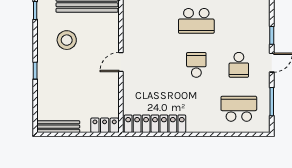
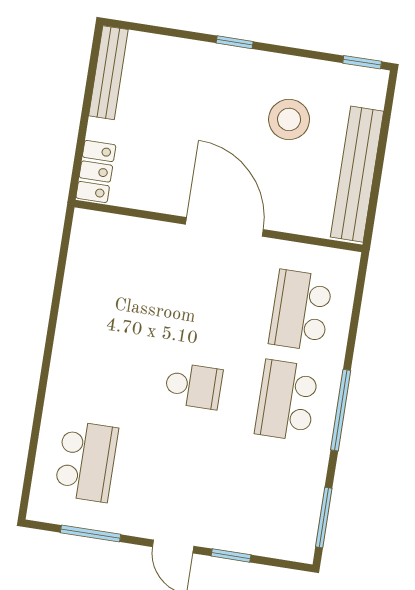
door: (121, 62) -> (224, 227), width x1.87
school desk: (239, 65) -> (301, 310), moved, width x1.85
locker: (155, 124) -> (82, 279), removed

